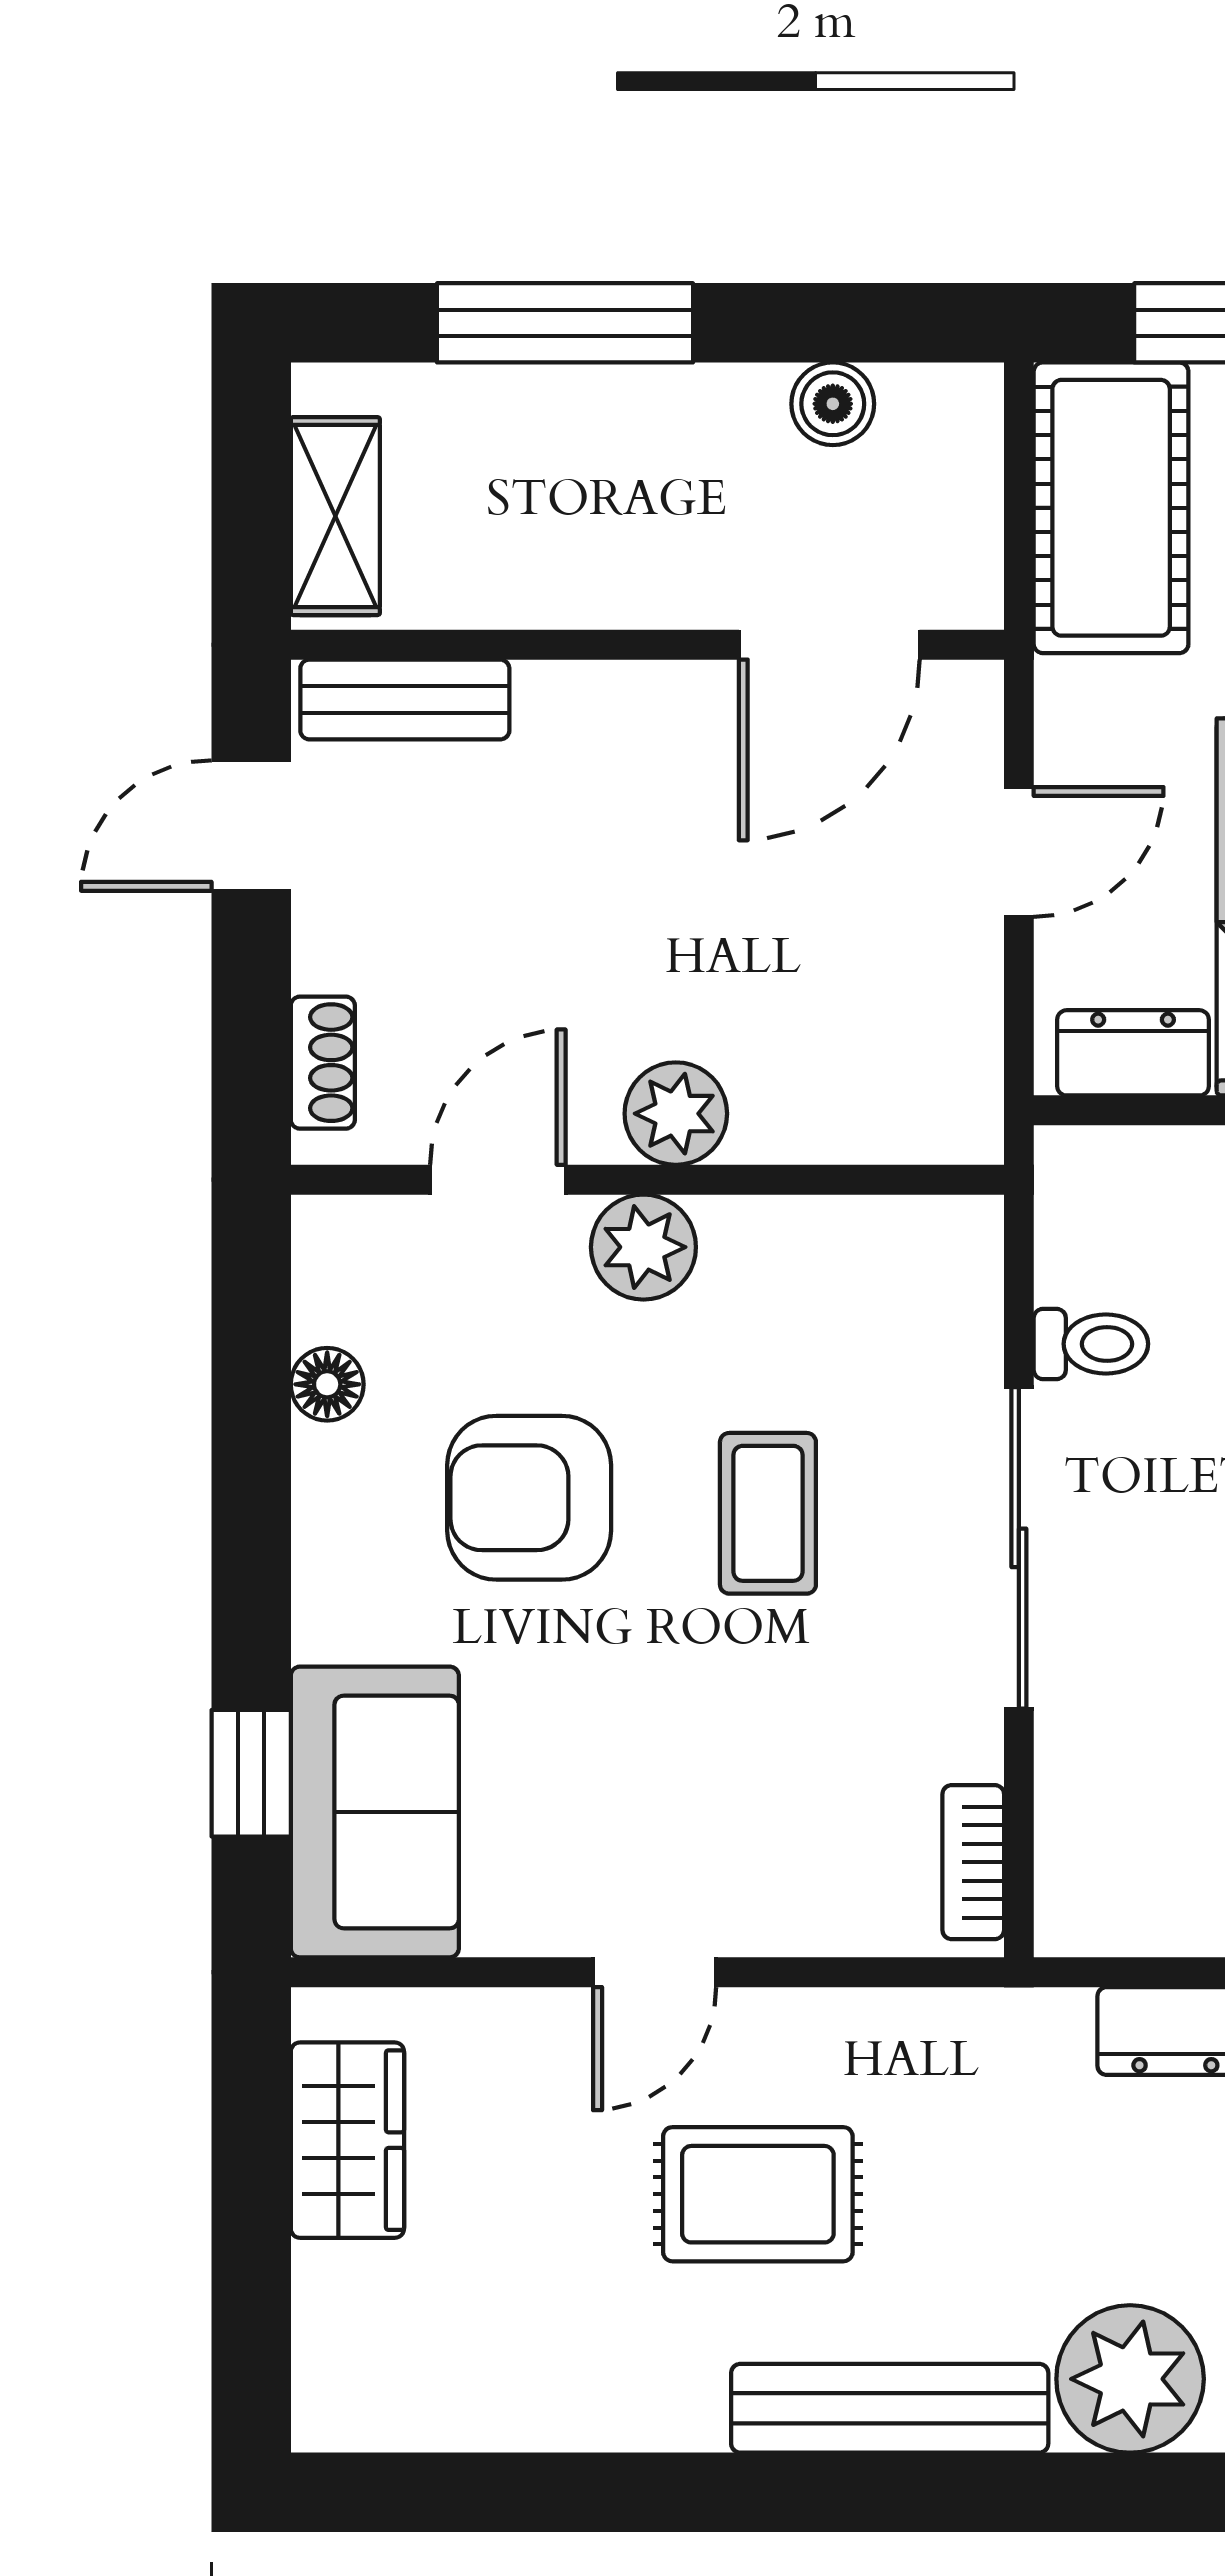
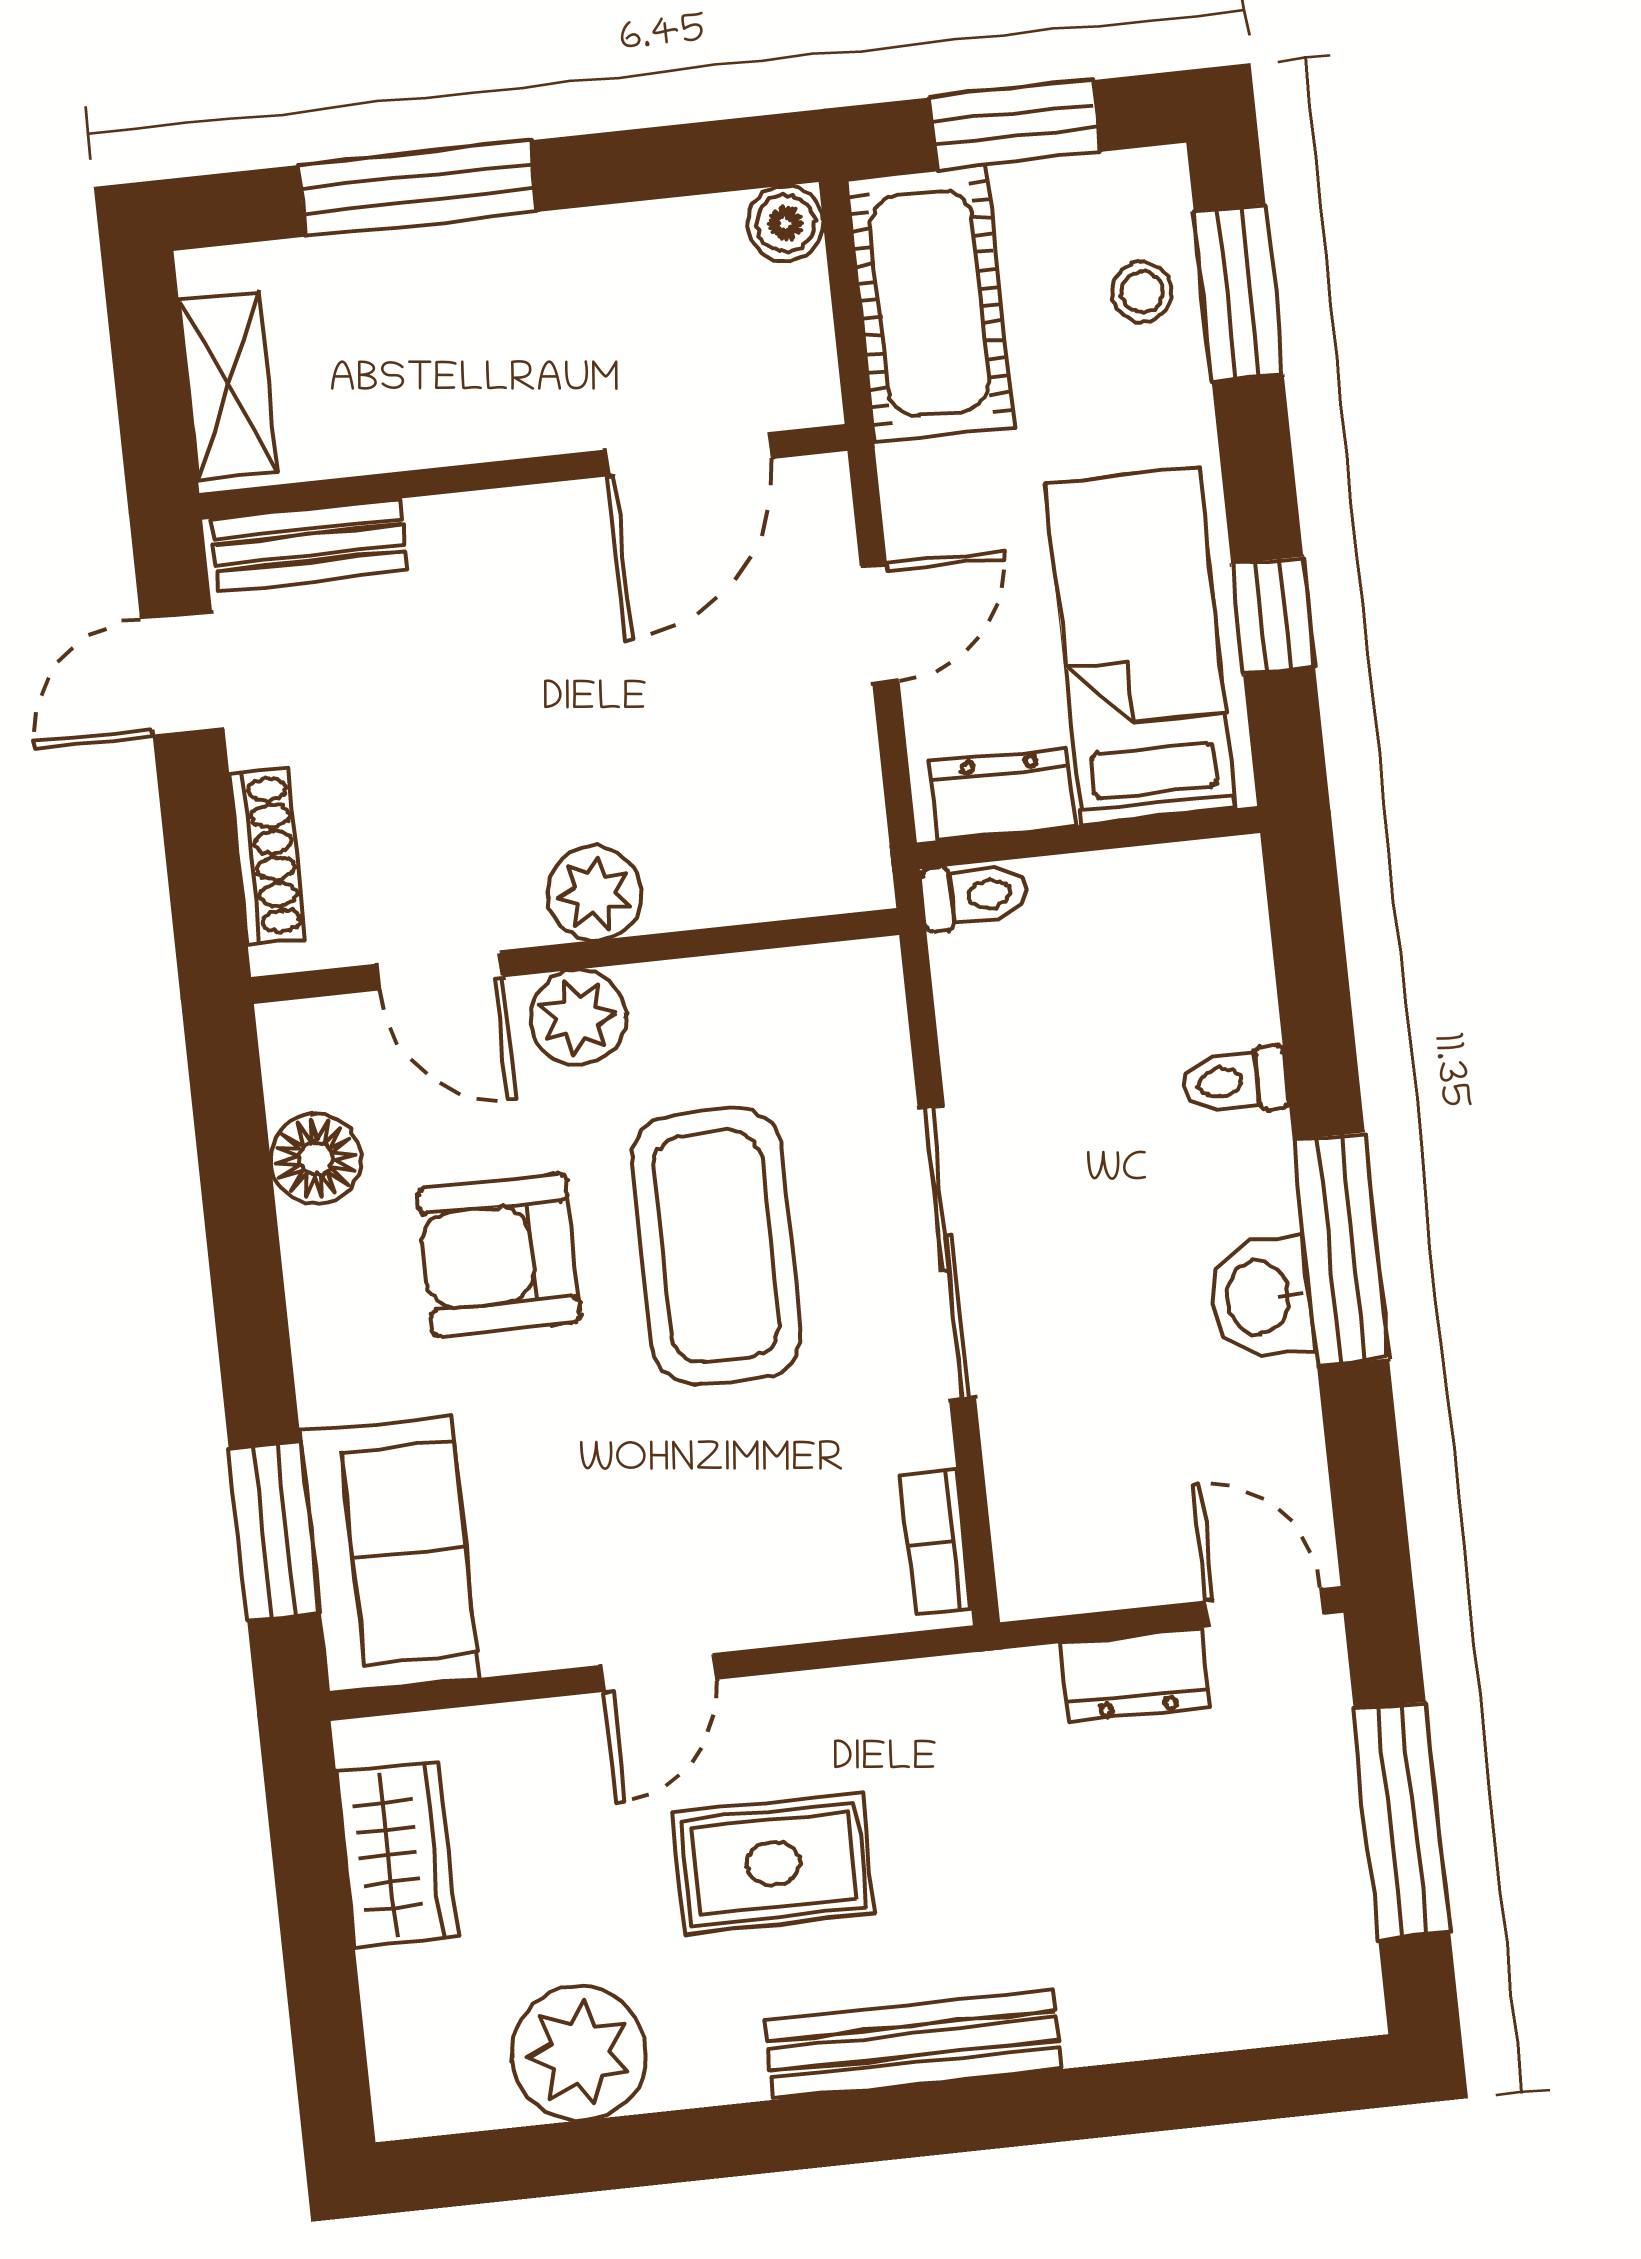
boiler: (833, 404) -> (785, 223), moved
shoe rack: (323, 1063) -> (267, 856), width x1.43
door: (498, 1180) -> (440, 970), swing flipped
toilet: (1091, 1344) -> (975, 896), moved
floor lamp: (327, 1384) -> (316, 1159), width x1.37, depth x1.37
coffee table: (768, 1513) -> (717, 1246), width x1.86, depth x1.72
window: (251, 1773) -> (274, 1531), width x1.50
plant: (1130, 2379) -> (579, 2053), moved

